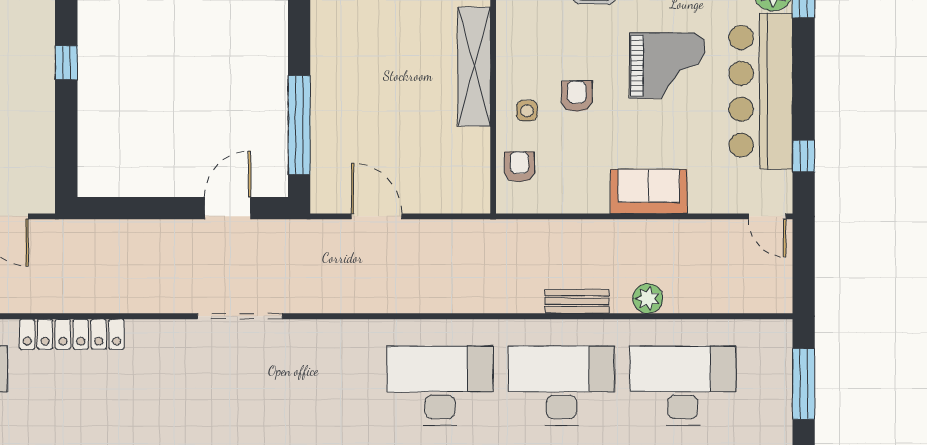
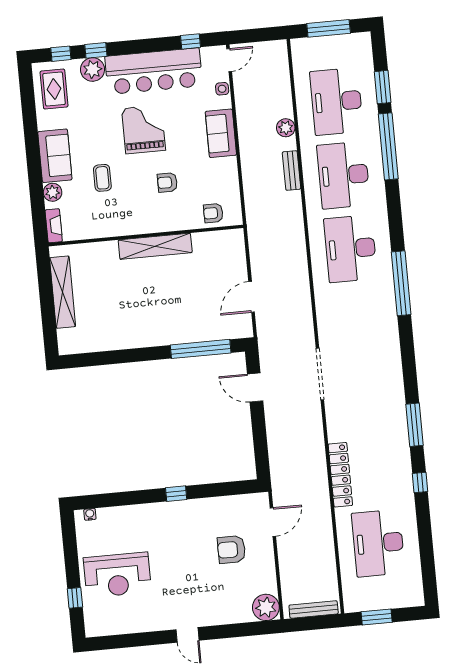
side table: (527, 111) -> (222, 89), moved

